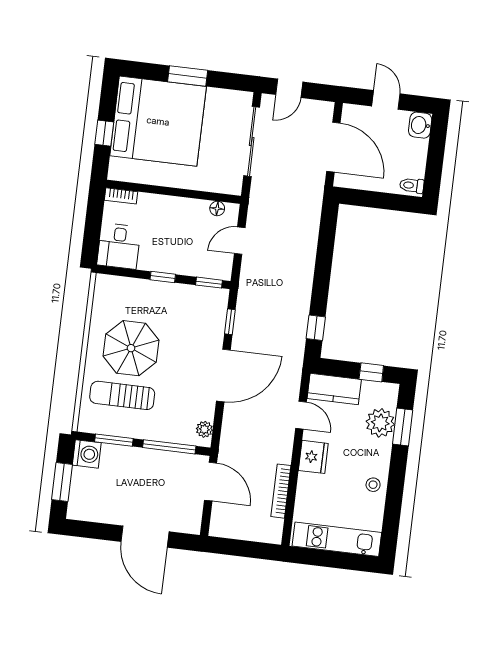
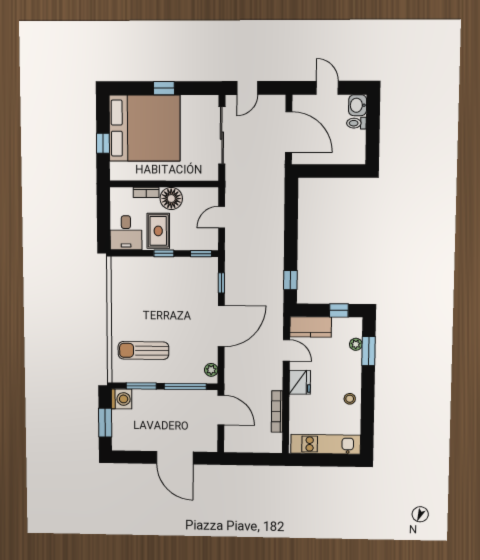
window: (188, 76) -> (164, 88), width x0.67
toilet: (412, 185) -> (356, 123), moved
bookcase: (121, 196) -> (146, 192), moved
floor lamp: (217, 209) -> (171, 199), moved, width x1.89, depth x1.89
rug: (159, 248) -> (158, 231), added
parasol: (131, 348) -> (146, 313), removed
plant: (380, 423) -> (356, 344), width x0.53, depth x0.53

